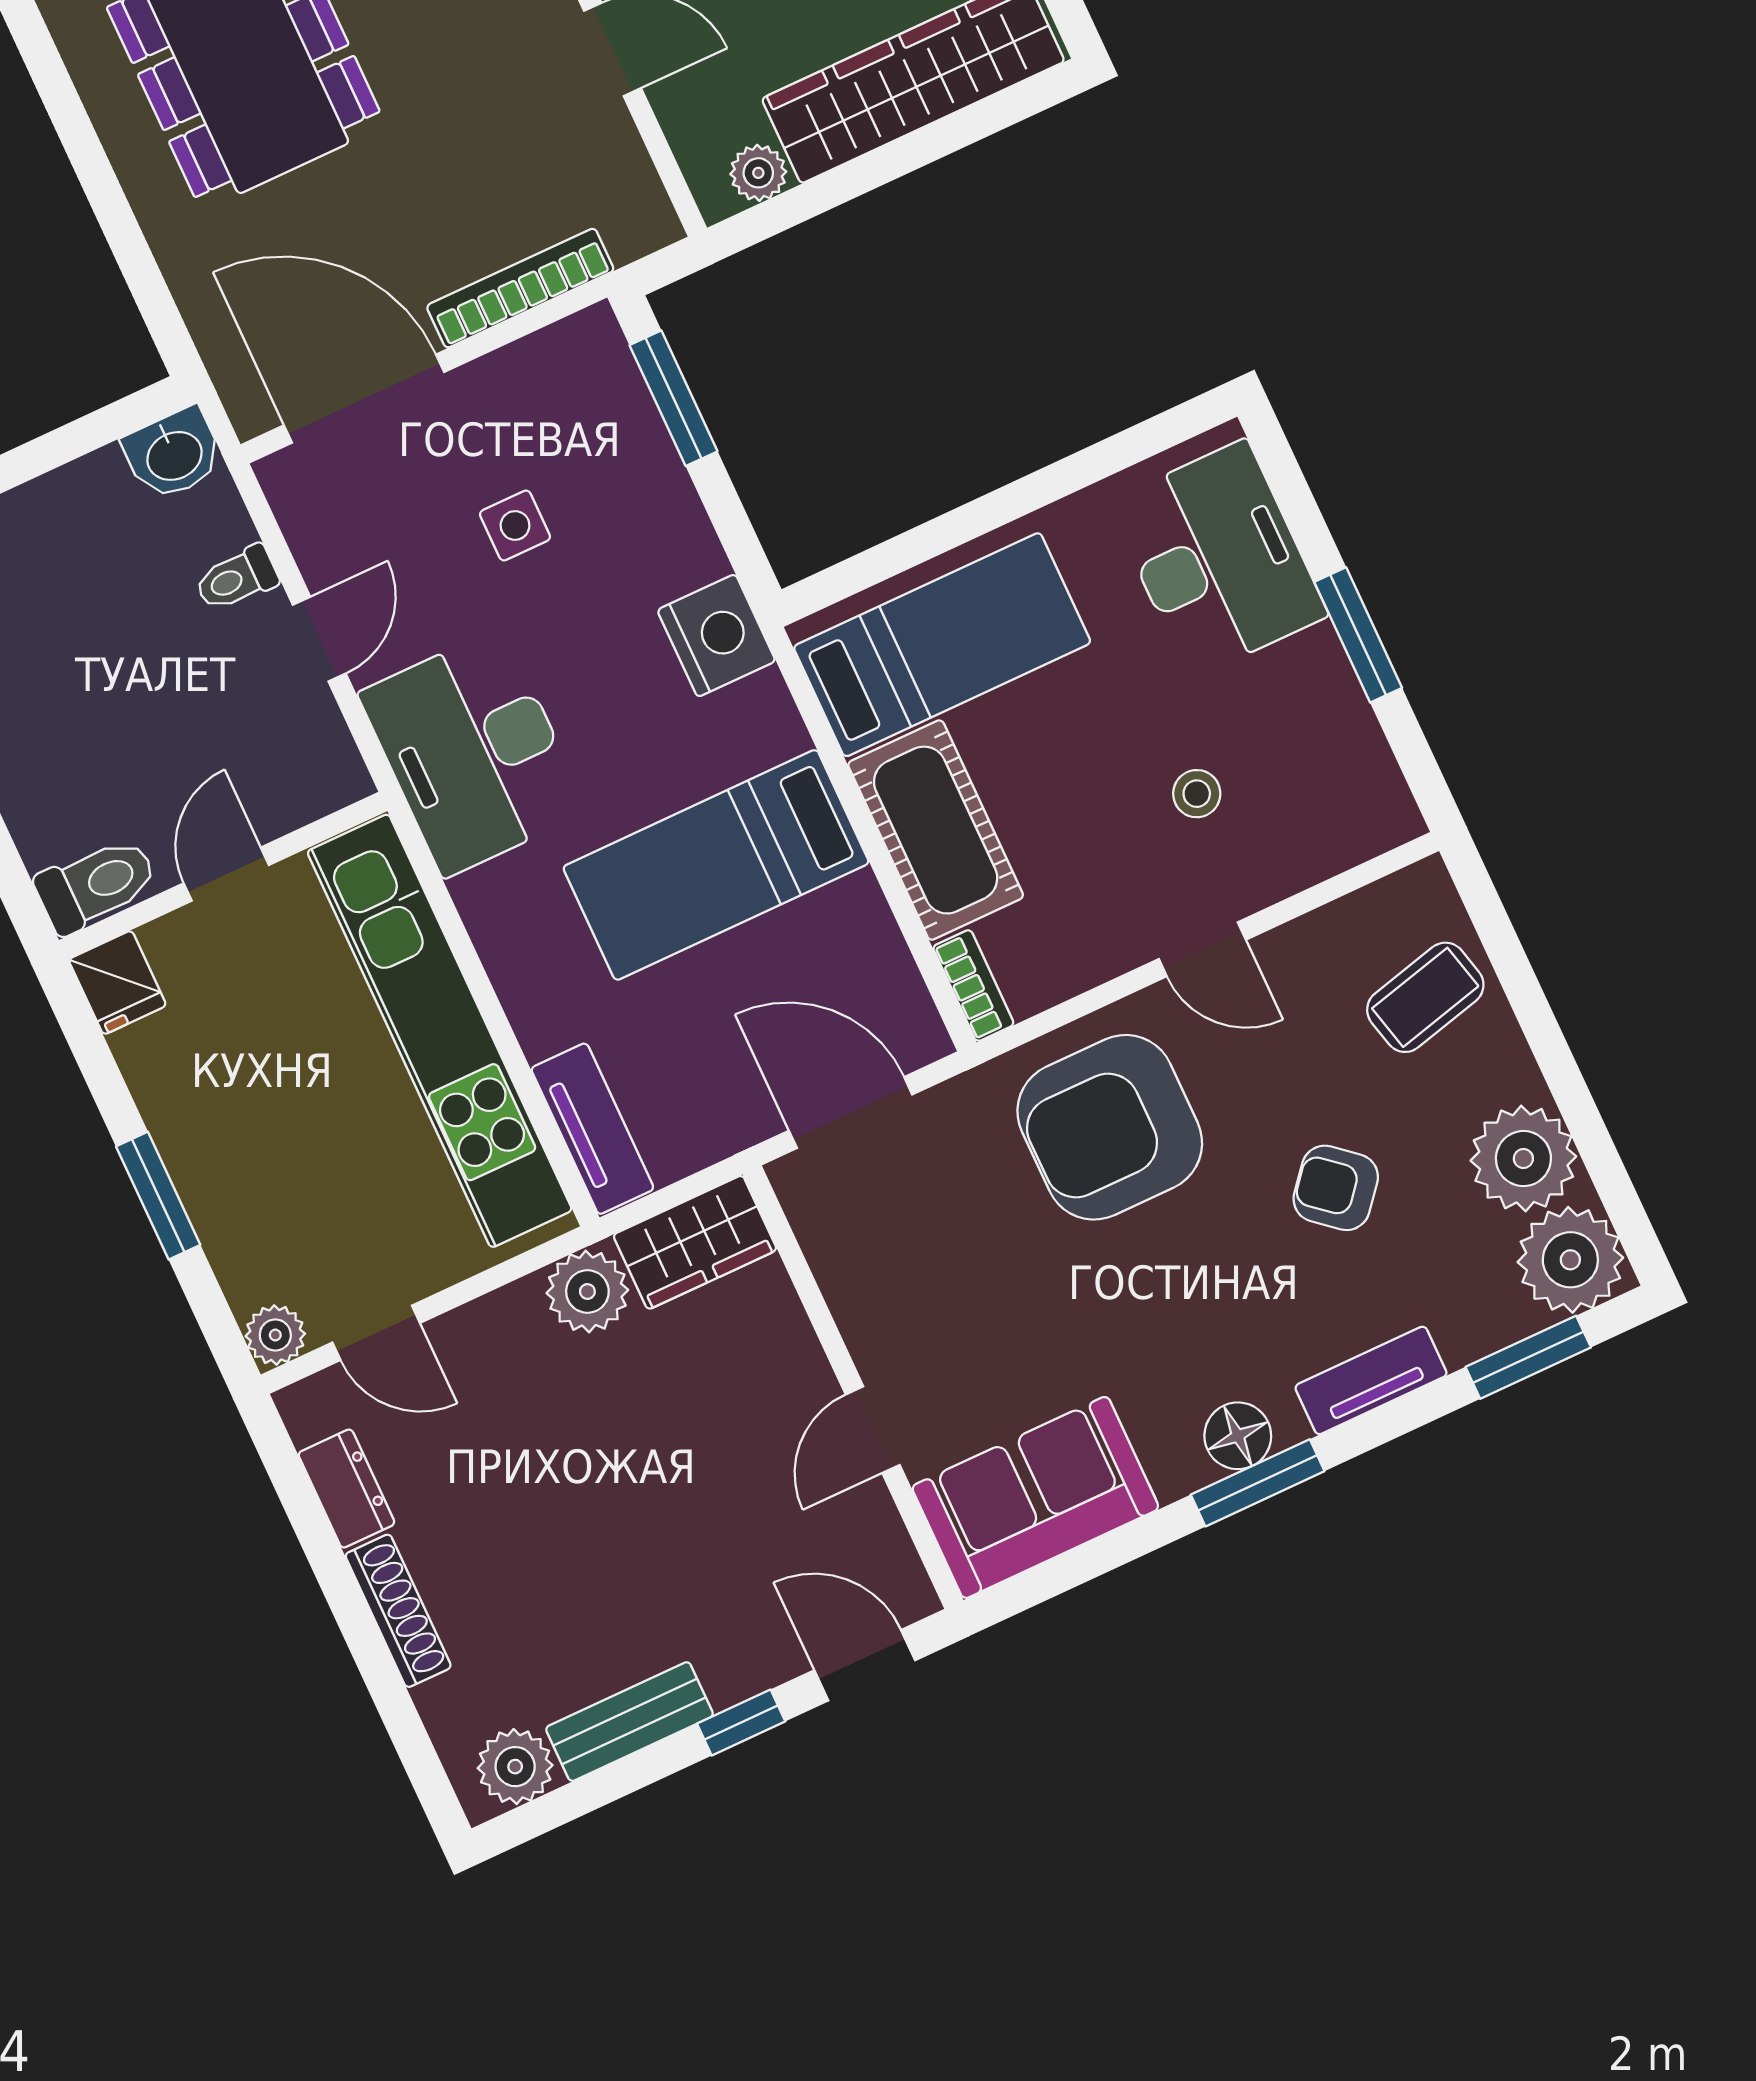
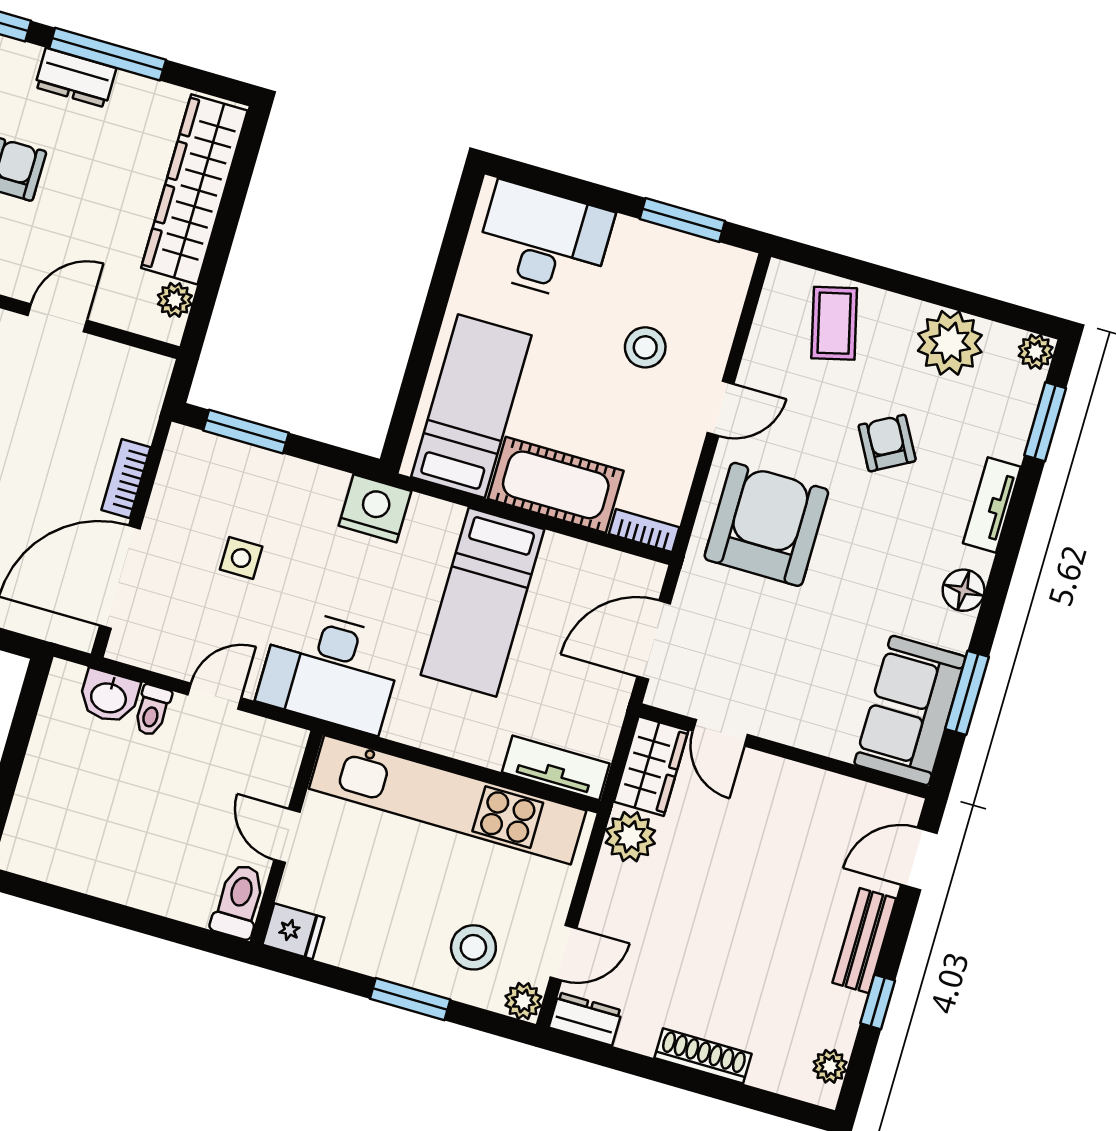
bookcase: (520, 288) -> (126, 479), width x0.64
washbasin: (174, 454) -> (109, 697), moved, turned 90
window: (1358, 635) -> (682, 220), moved
door: (319, 639) -> (215, 696), hinge flipped
stool: (1197, 794) -> (645, 347), width x1.37, depth x1.37
armchair: (1110, 1127) -> (766, 524), turned 180
armchair: (1336, 1188) -> (887, 443), turned 111
stool: (288, 1218) -> (473, 947), added
plant: (1570, 1260) -> (1036, 352), width x0.53, depth x0.53
door: (873, 1430) -> (720, 733), moved
window: (1258, 1483) -> (967, 693), moved
dresser: (346, 1488) -> (585, 1019), moved
bench: (629, 1722) -> (864, 941), moved
window: (741, 1723) -> (878, 1002), moved
plant: (515, 1767) -> (830, 1066), width x0.73, depth x0.73

